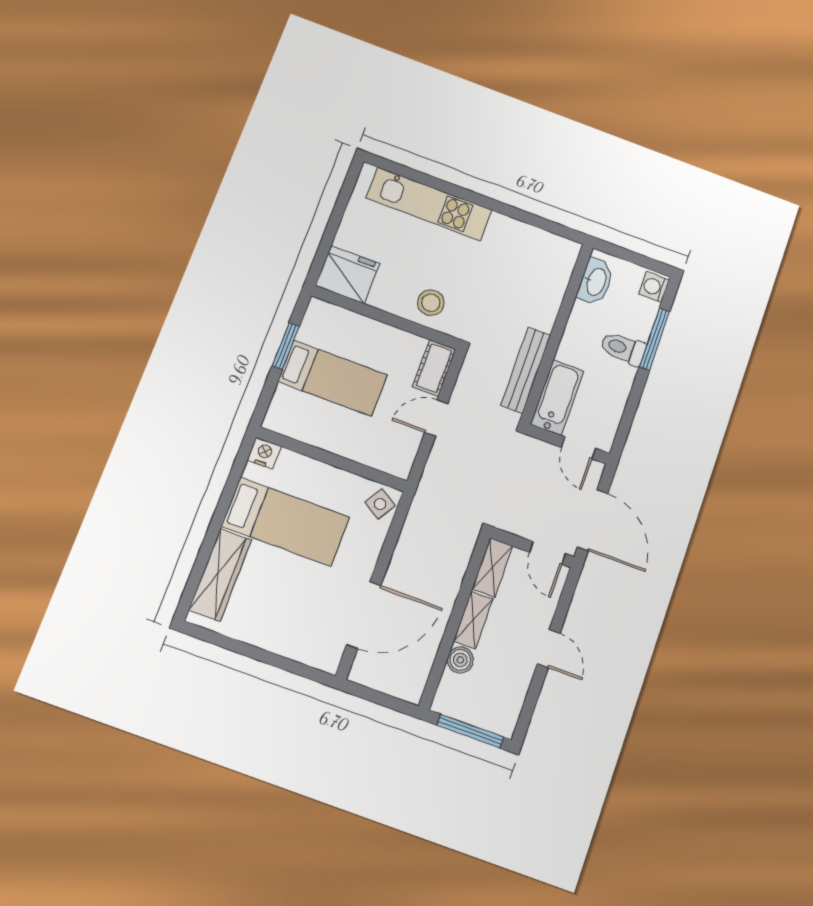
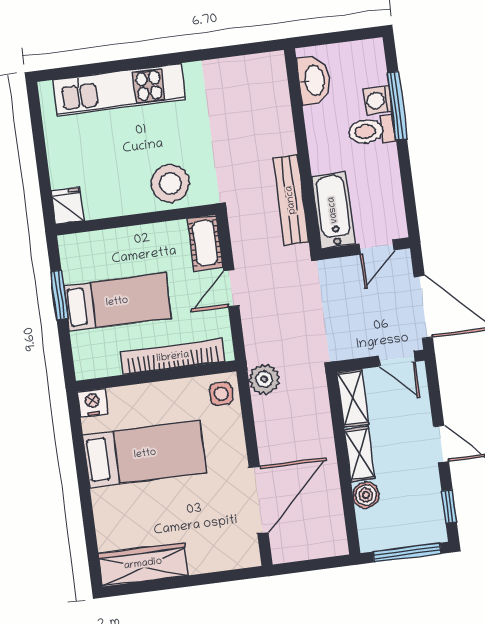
fridge: (347, 275) -> (68, 206), width x0.53, depth x0.75
washing machine: (654, 287) -> (378, 100), moved
stool: (431, 303) -> (170, 183), width x1.38, depth x1.38
door: (578, 448) -> (377, 247), hinge flipped
bookcase: (355, 450) -> (173, 357), added
side table: (380, 504) -> (221, 394), turned -32
plant: (424, 511) -> (264, 379), added
wardrobe: (220, 575) -> (143, 564), moved, turned -90
window: (528, 708) -> (449, 506), added

